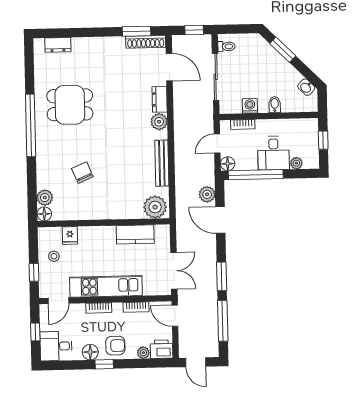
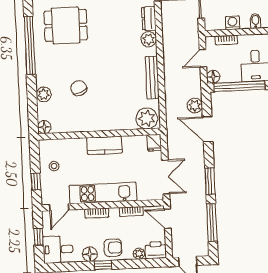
plant: (45, 198) -> (44, 94), moved
kitchen counter: (135, 234) -> (104, 145), moved
fridge: (70, 235) -> (154, 143), moved

